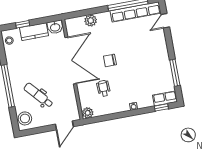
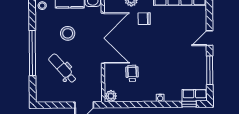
door: (165, 21) -> (209, 38), moved
chair: (110, 60) -> (144, 19), moved
stool: (25, 118) -> (68, 33), moved

